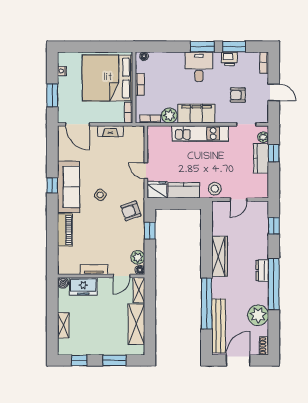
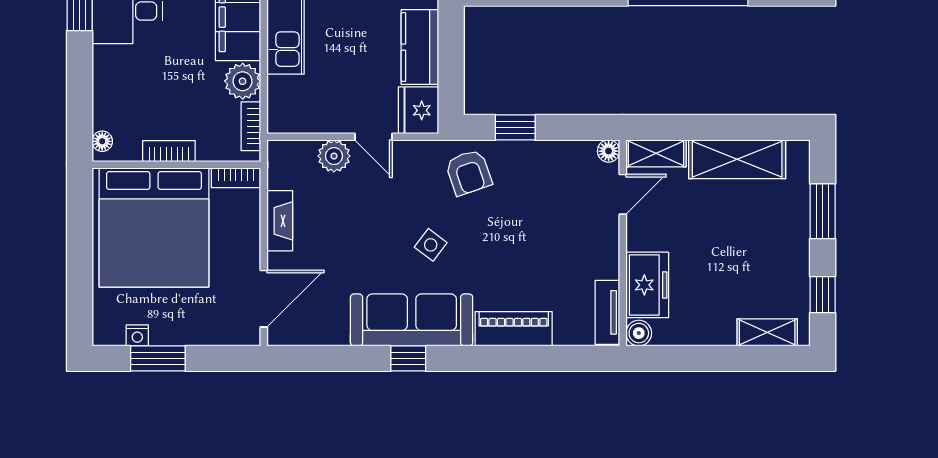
window: (52, 95) -> (158, 358), moved
door: (146, 171) -> (373, 137), hinge flipped
plant: (138, 257) -> (334, 156), moved
tv unit: (94, 270) -> (607, 312), moved
door: (122, 276) -> (623, 194), hinge flipped
shelving: (63, 325) -> (767, 332), moved

